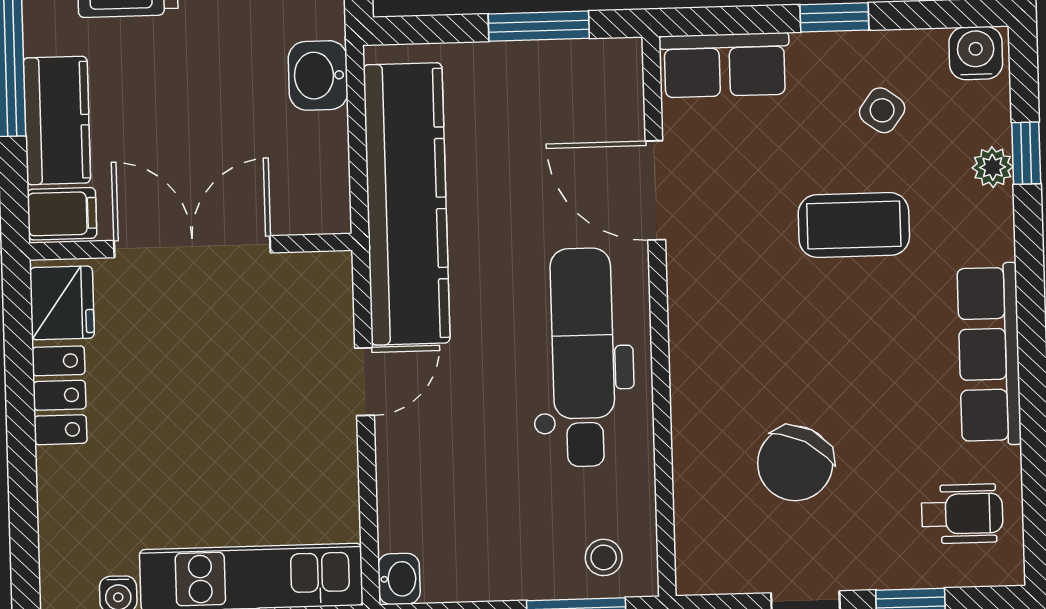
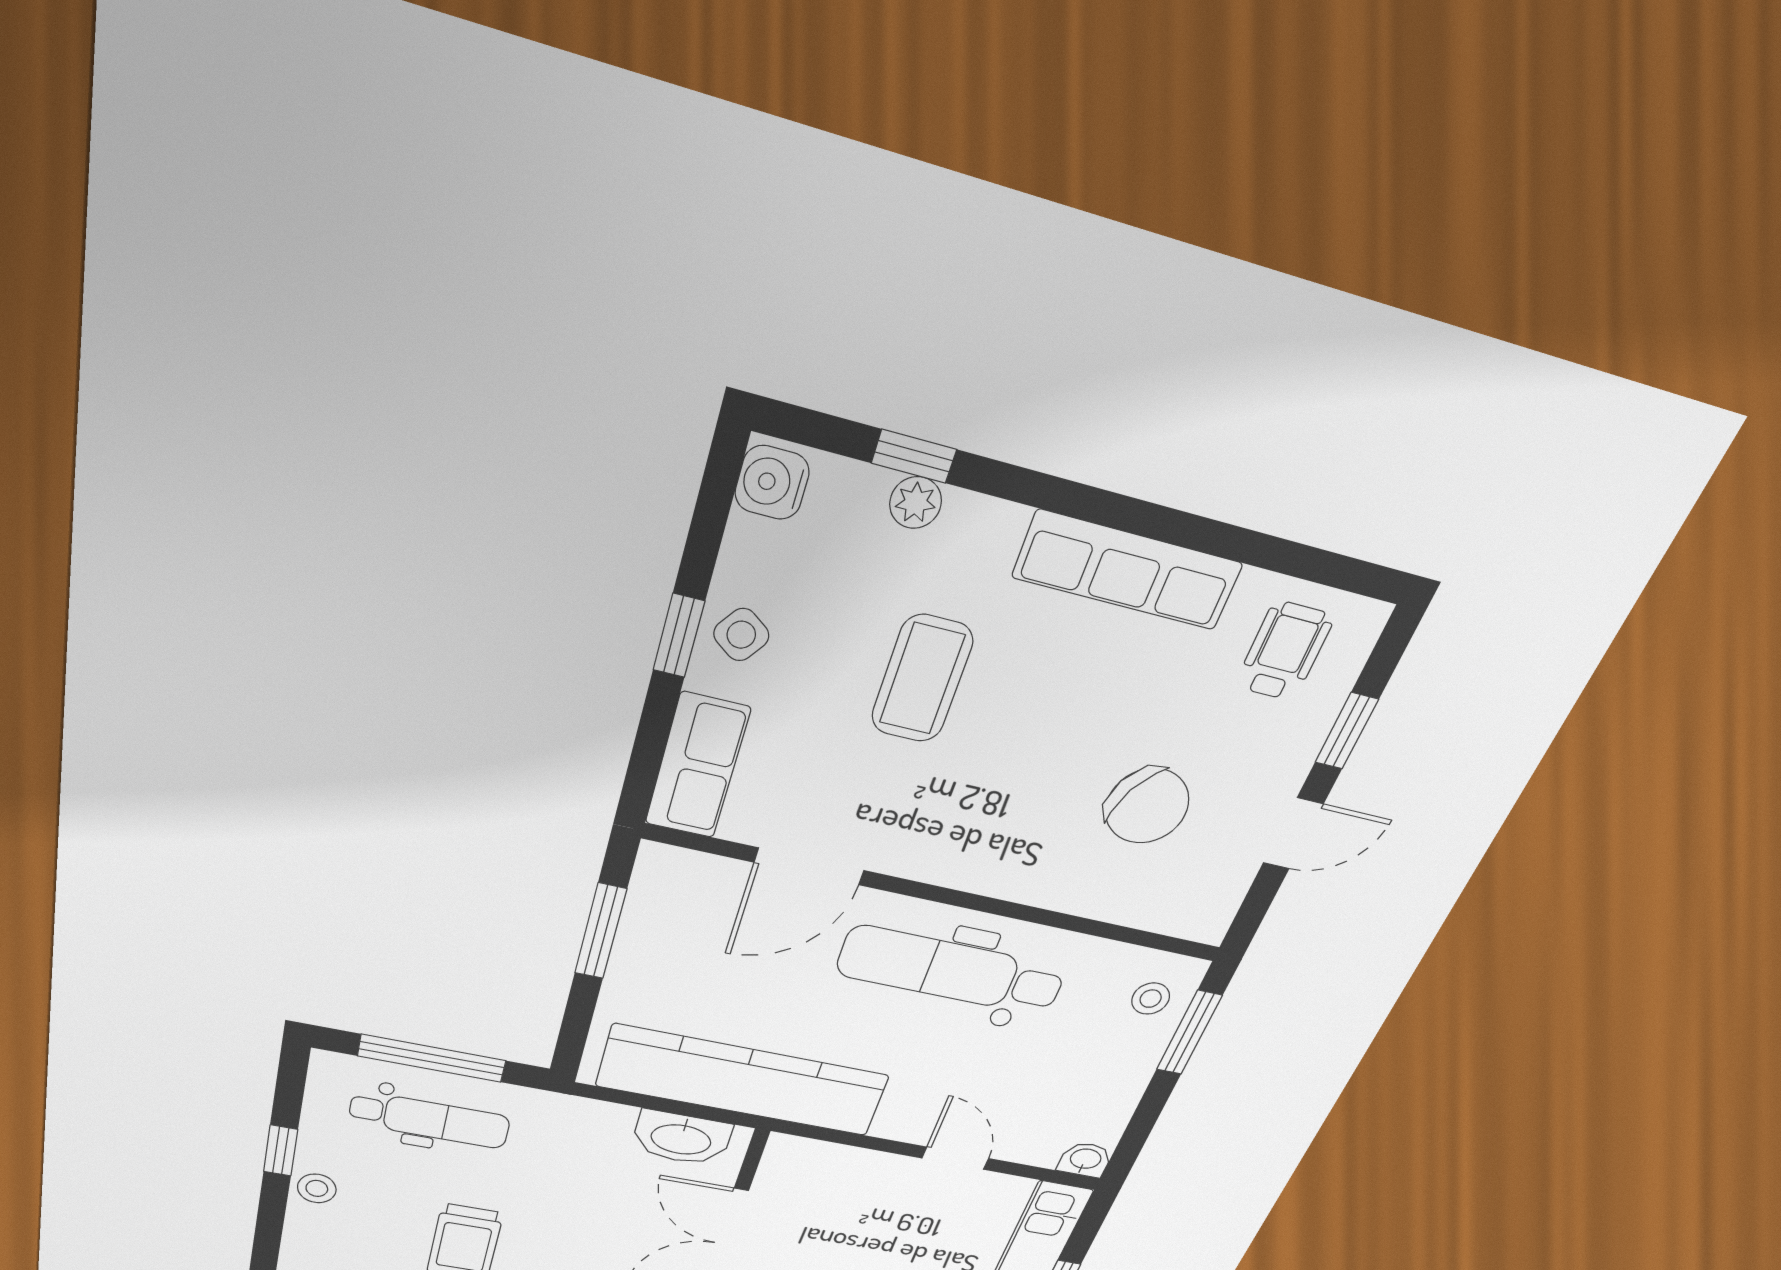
washbasin: (318, 75) -> (681, 1138), moved, width x1.38
side table: (882, 110) -> (741, 635), moved
door: (364, 382) -> (955, 1158), moved

